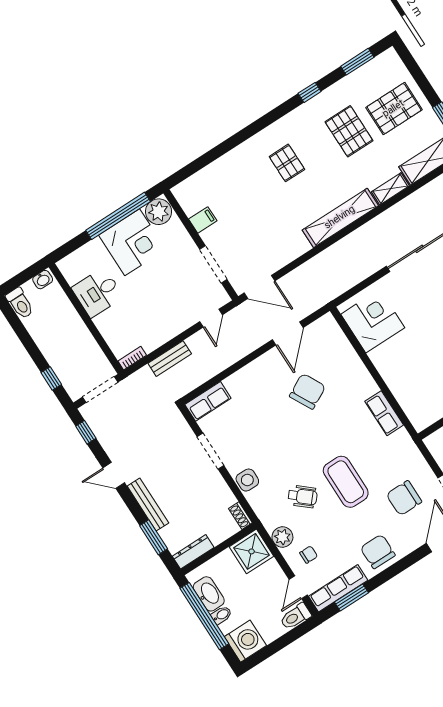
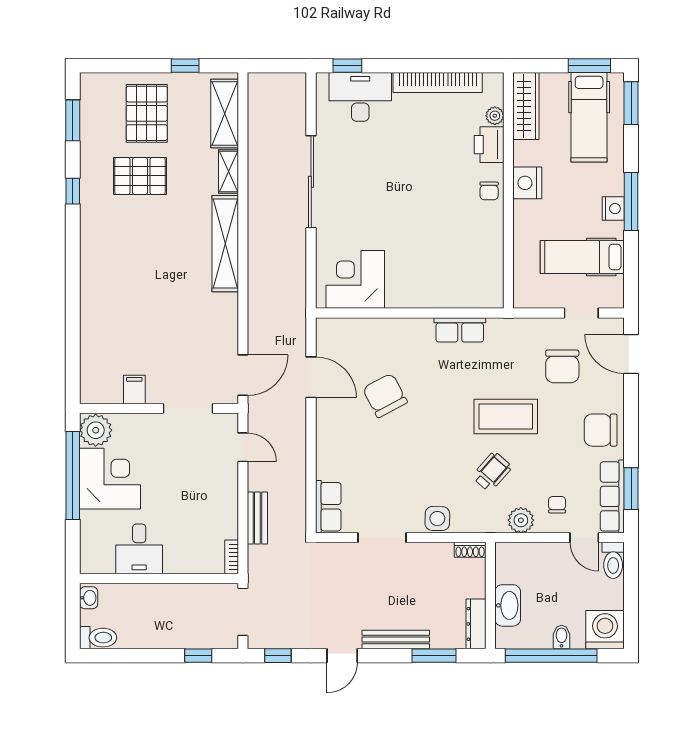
pallet: (287, 163) -> (131, 263), removed
shower: (252, 551) -> (515, 562), removed
washbasin: (209, 594) -> (508, 605), moved, turned 90

